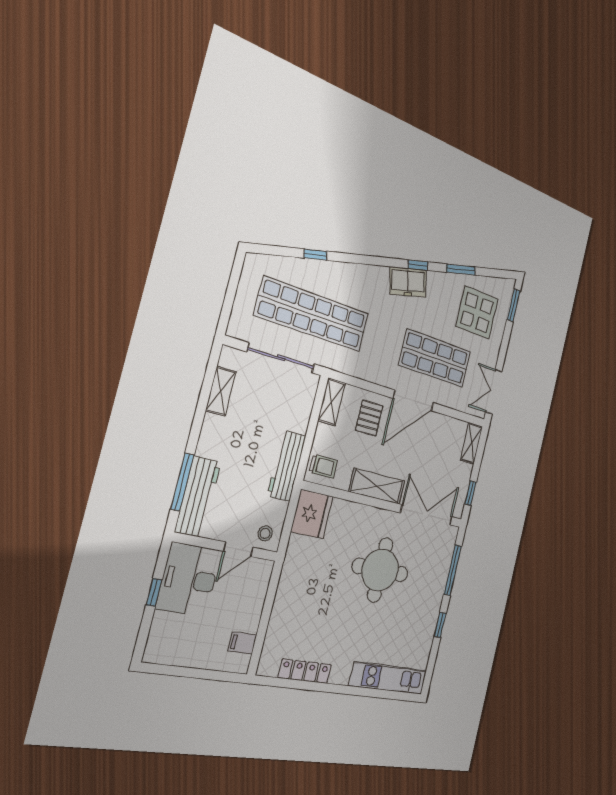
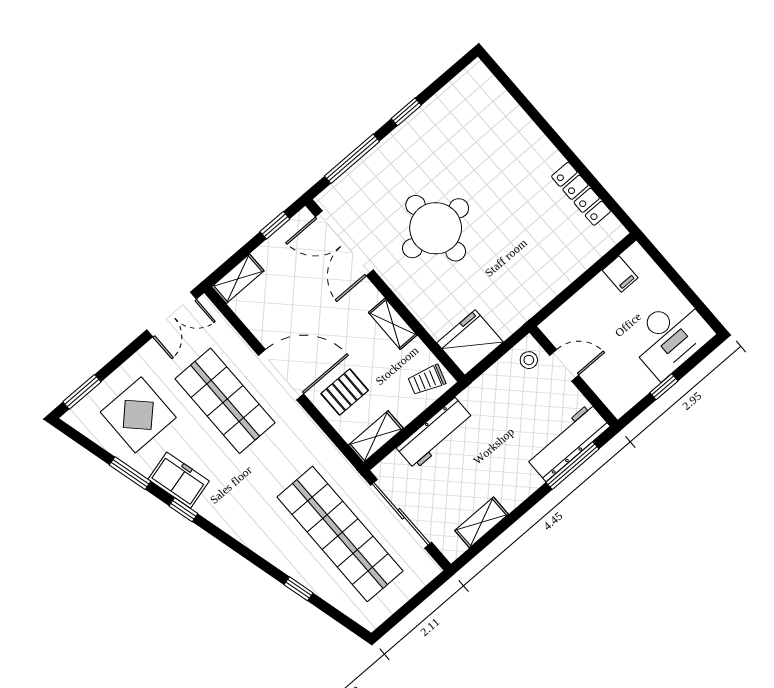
freezer: (408, 282) -> (179, 480), moved
workbench: (287, 466) -> (435, 434), moved
trolley: (323, 466) -> (427, 380), turned -72
shelving: (377, 486) -> (393, 324), width x0.67, depth x0.75
desk: (189, 579) -> (670, 336), moved
kitchen unit: (388, 678) -> (502, 108), removed

